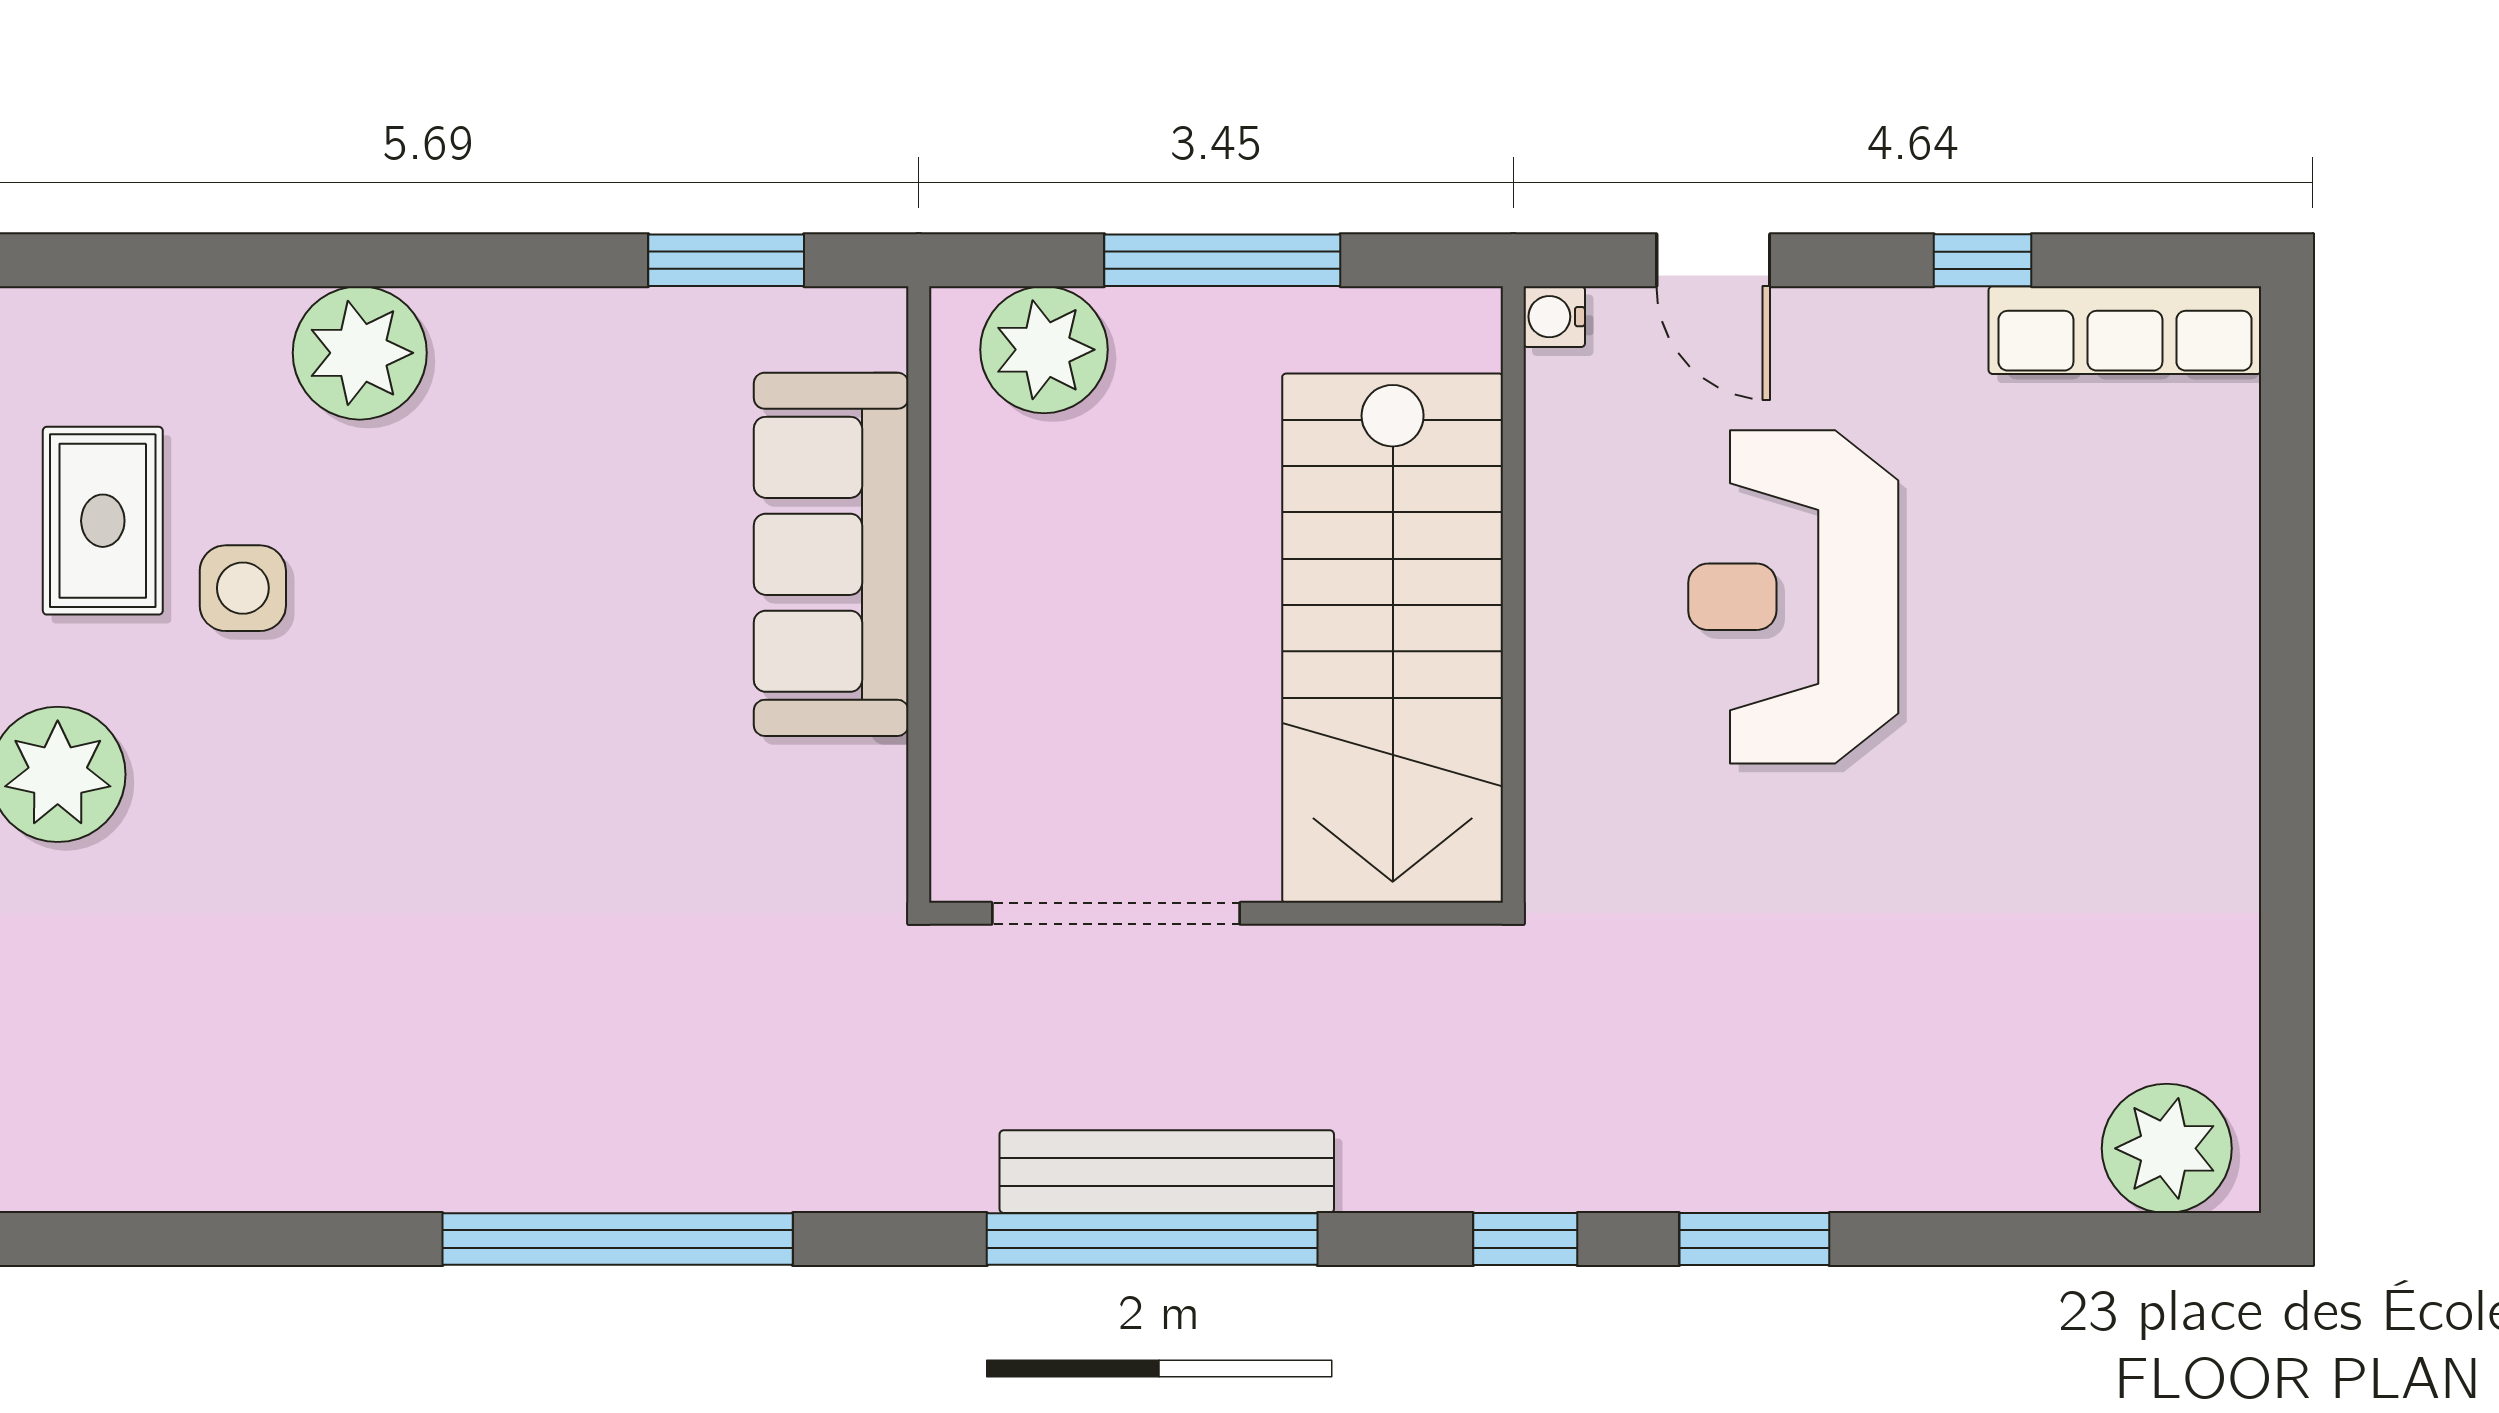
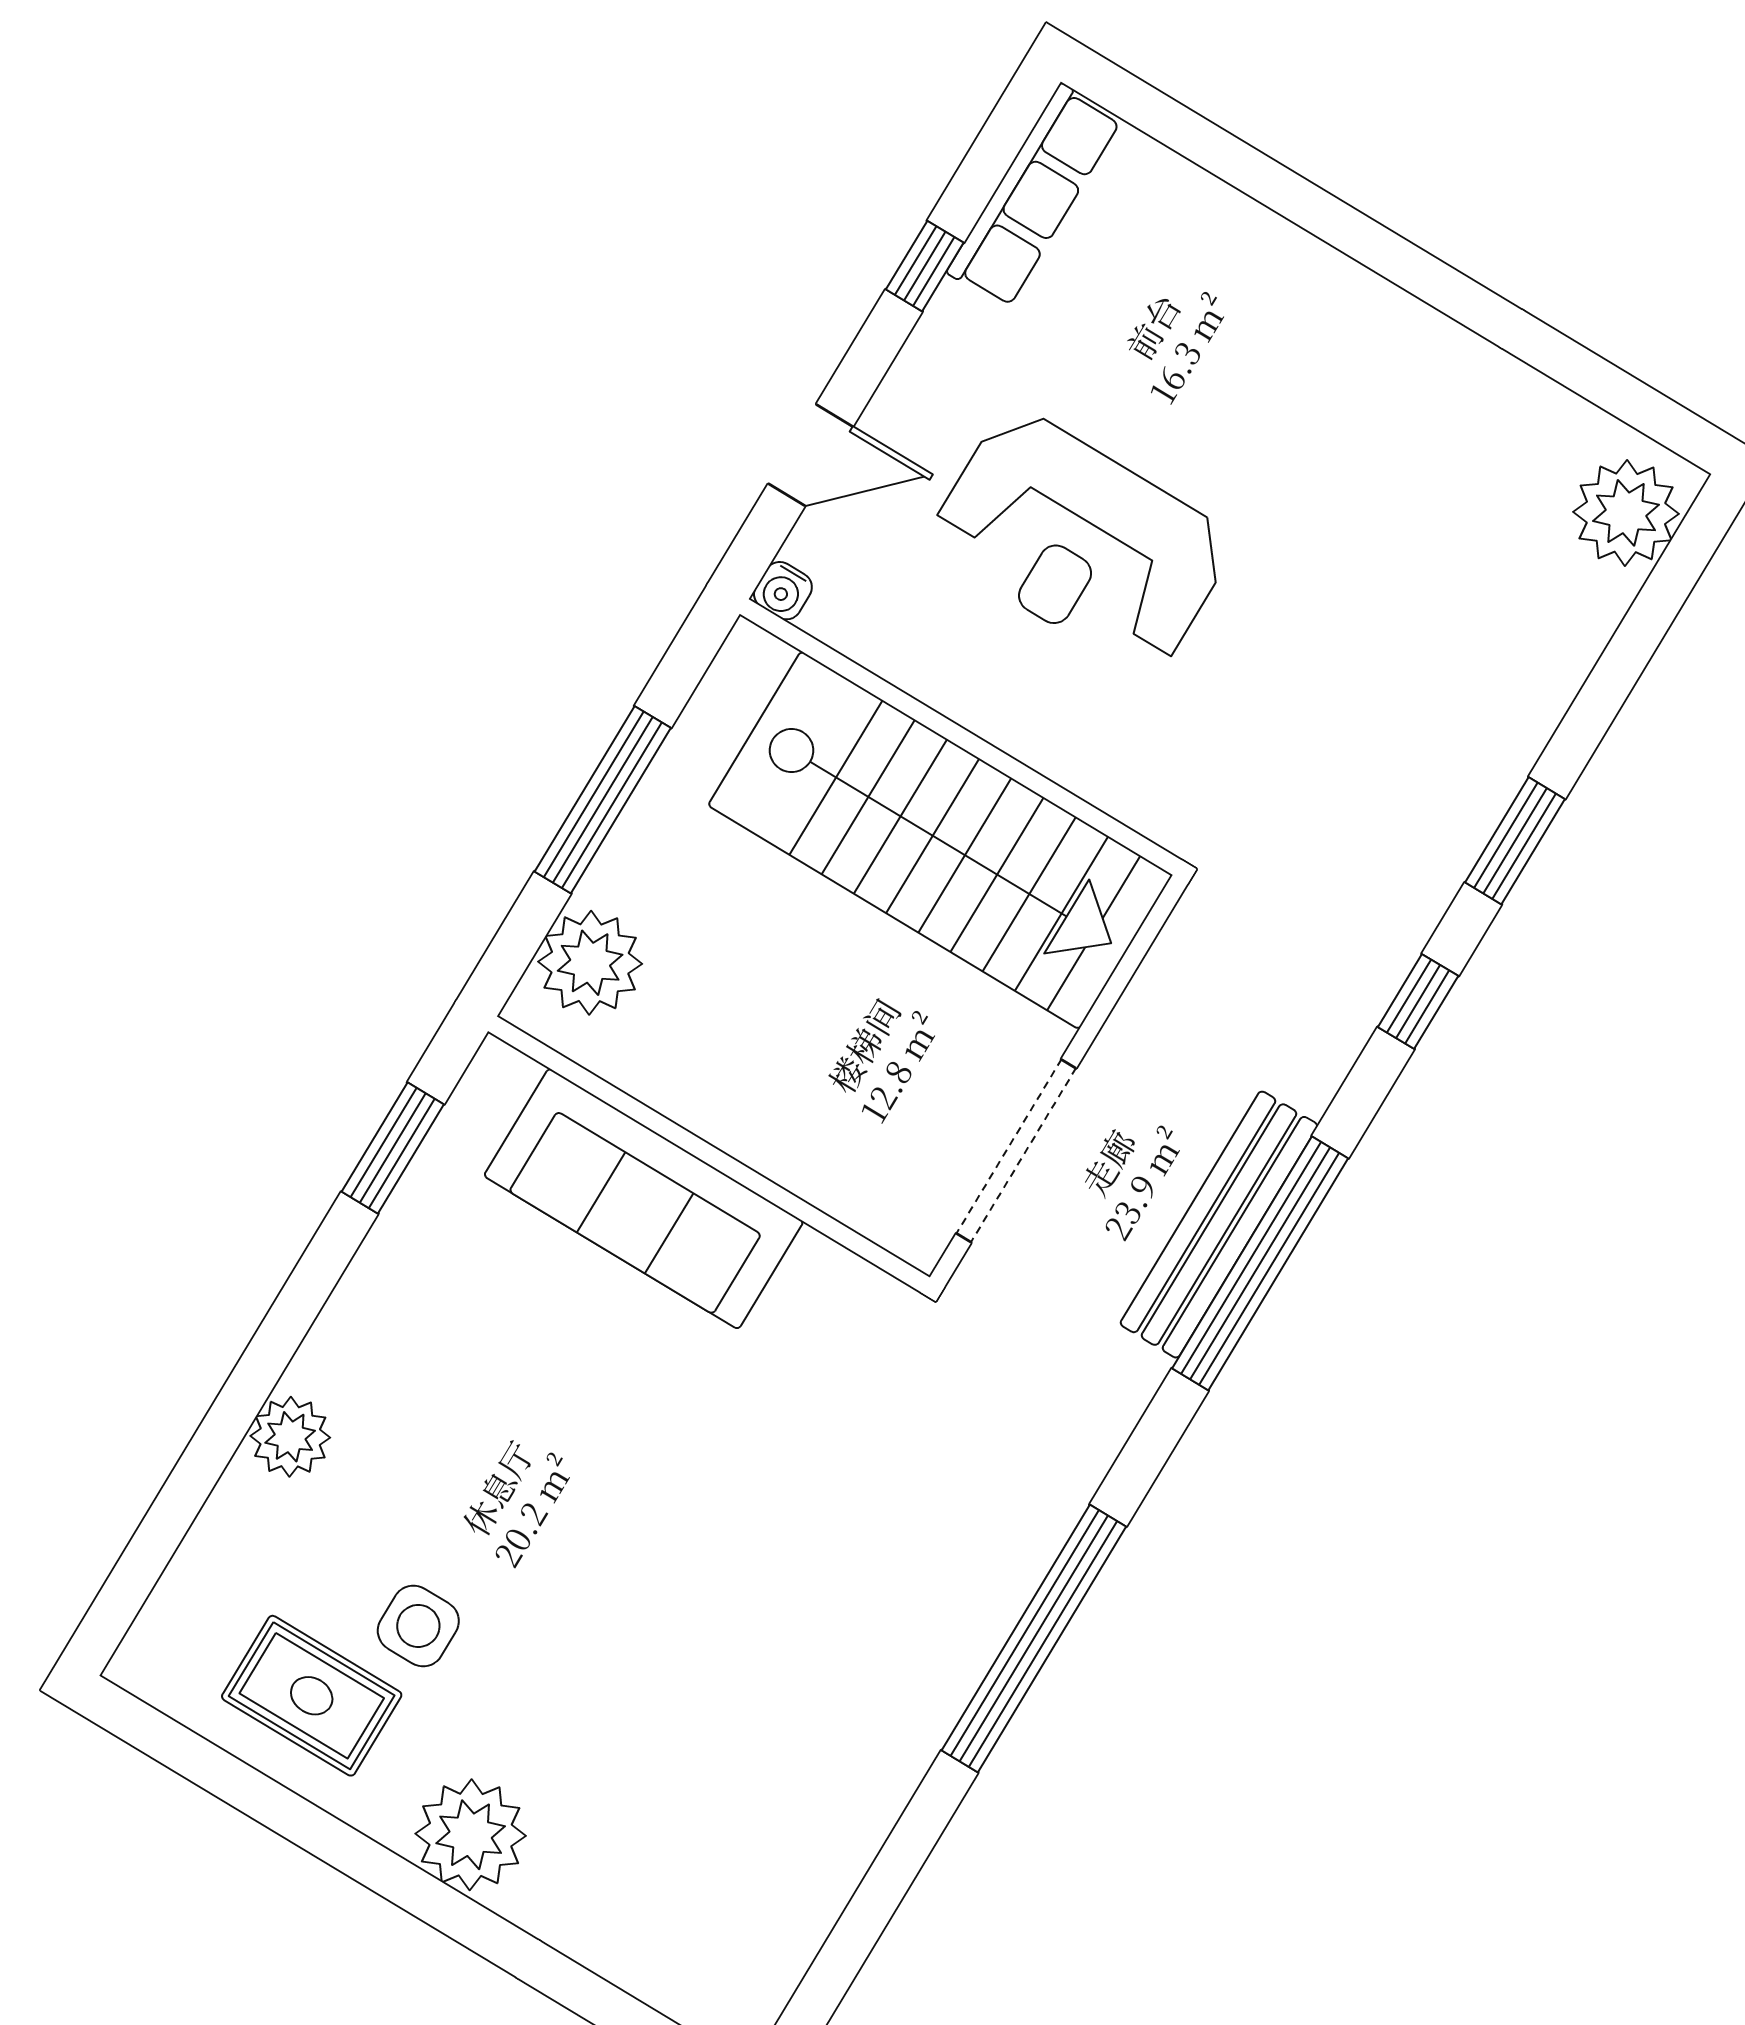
plant: (360, 353) -> (290, 1437), width x0.73, depth x0.73

